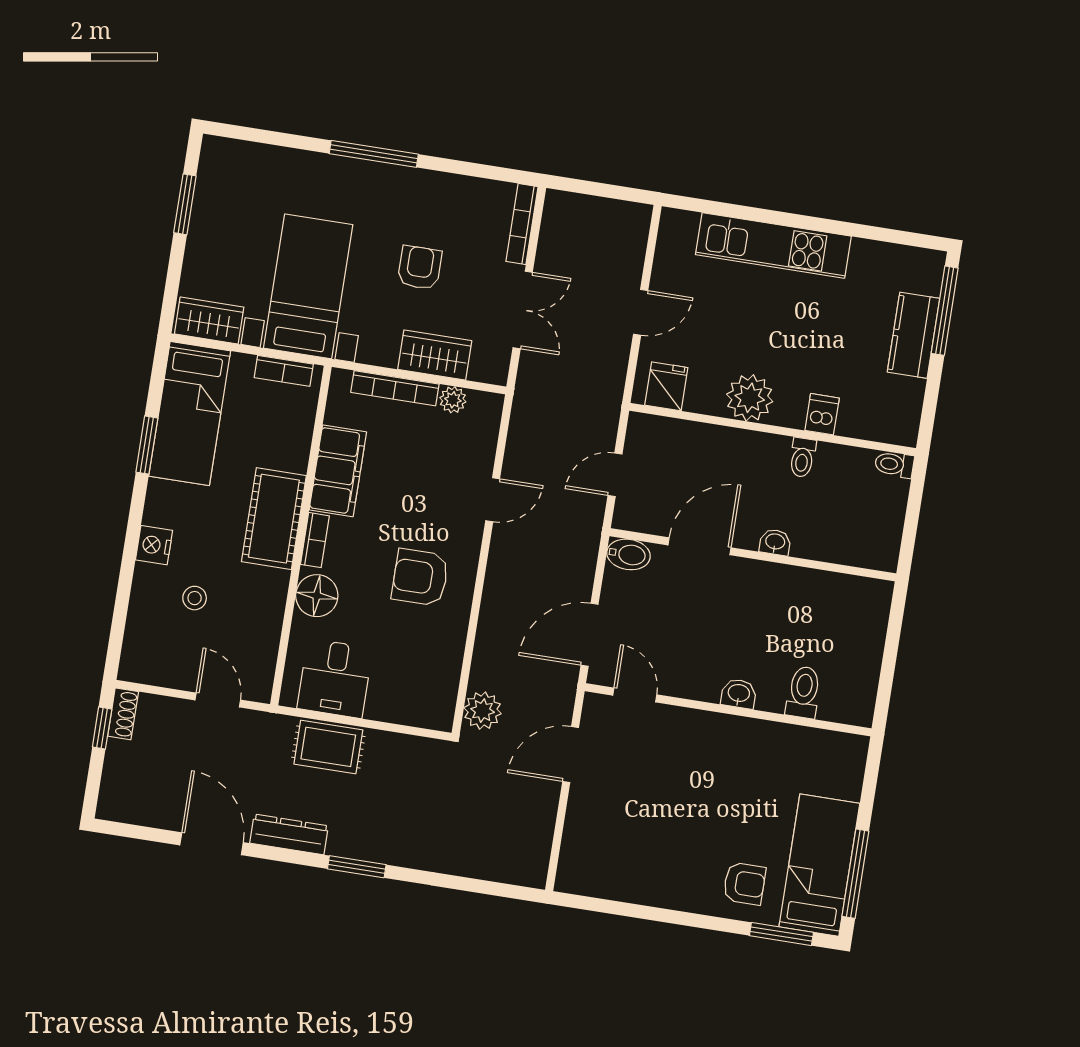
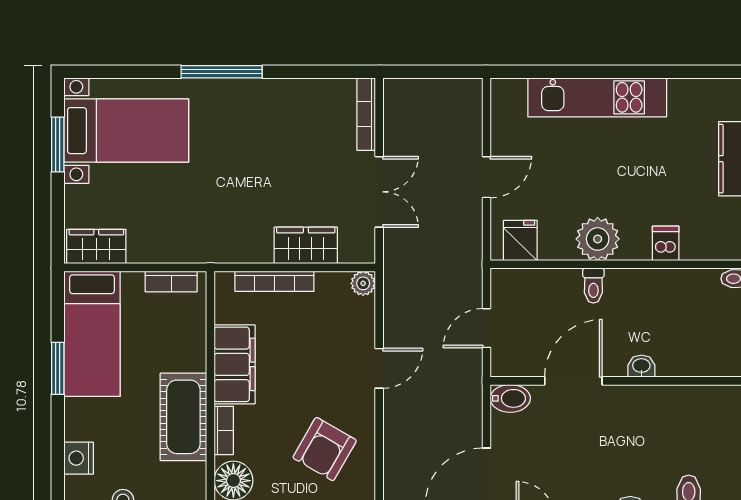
armchair: (420, 268) -> (280, 168), removed
bed with nightstands: (308, 286) -> (126, 131), moved, turned 90
plant: (453, 400) -> (363, 283), moved
toilet: (802, 457) -> (593, 286), moved
armchair: (420, 577) -> (325, 449), turned -60

